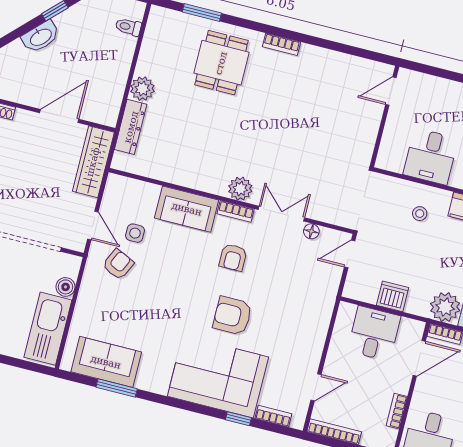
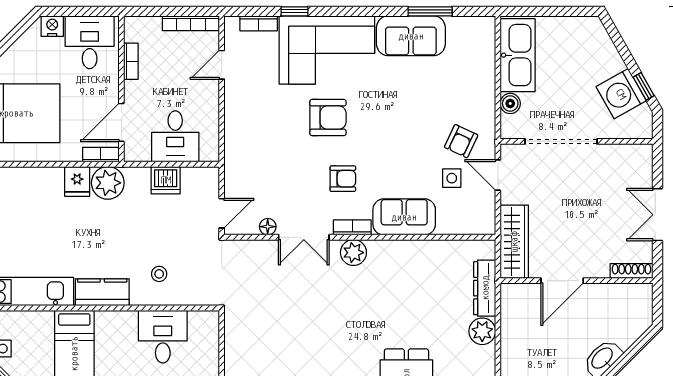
armchair: (233, 257) -> (343, 179), turned 90
sofa: (106, 362) -> (411, 36), moved

